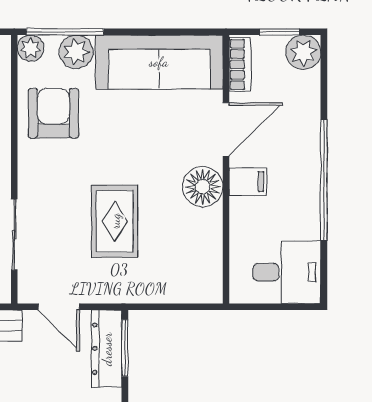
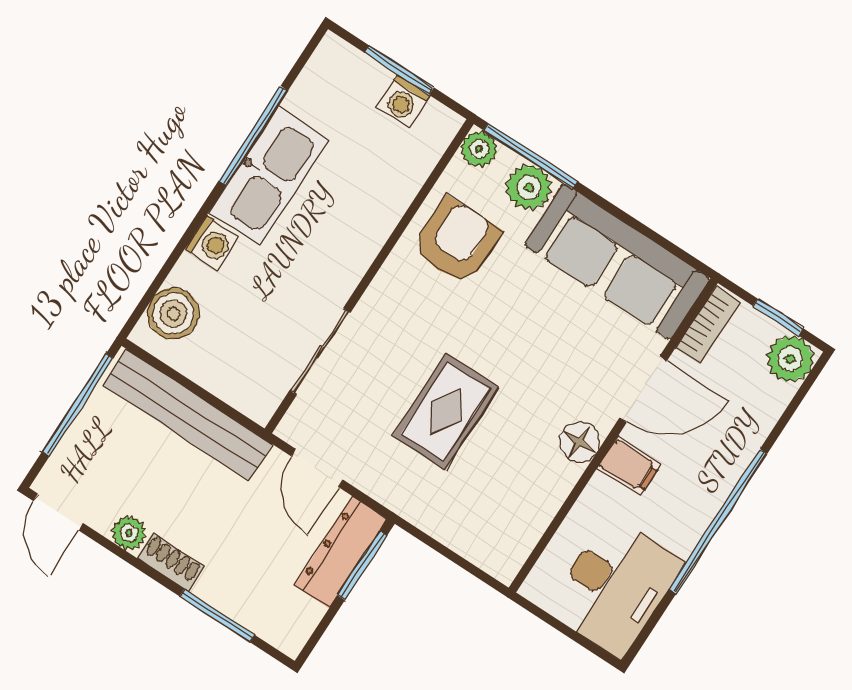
floor lamp: (203, 187) -> (580, 442), width x0.73, depth x0.73
desk: (287, 272) -> (615, 586), width x1.37

